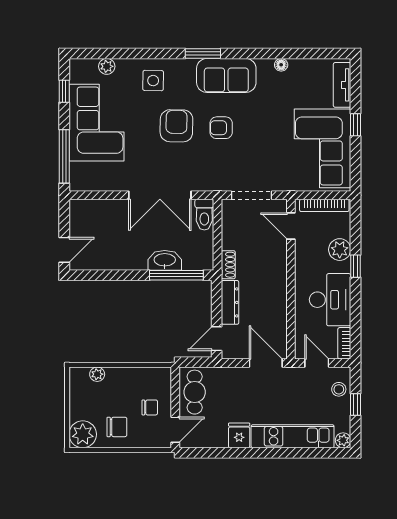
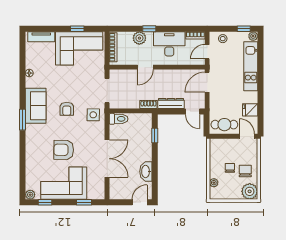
plant: (107, 66) -> (30, 195), moved
side table: (153, 81) -> (93, 115), moved
window: (355, 125) -> (77, 29), moved
armchair: (176, 126) -> (64, 150), moved
window: (64, 156) -> (84, 202), width x0.46
double door: (160, 195) -> (107, 159), moved
door: (291, 226) -> (145, 67), moved
door: (64, 250) -> (140, 202), hinge flipped
washbasin: (165, 260) -> (146, 171), moved
window: (176, 275) -> (155, 135), width x0.46
window: (355, 405) -> (244, 29), moved
chair: (150, 407) -> (230, 168), moved
fridge: (239, 435) -> (250, 110), moved

